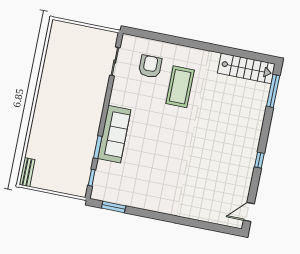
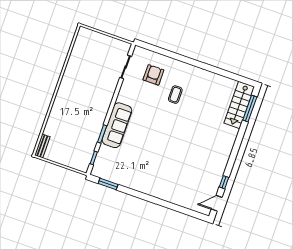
stairs: (246, 68) -> (239, 105), moved, turned 90
coffee table: (180, 87) -> (175, 95), width x0.54, depth x0.58
window: (259, 160) -> (224, 182), moved

